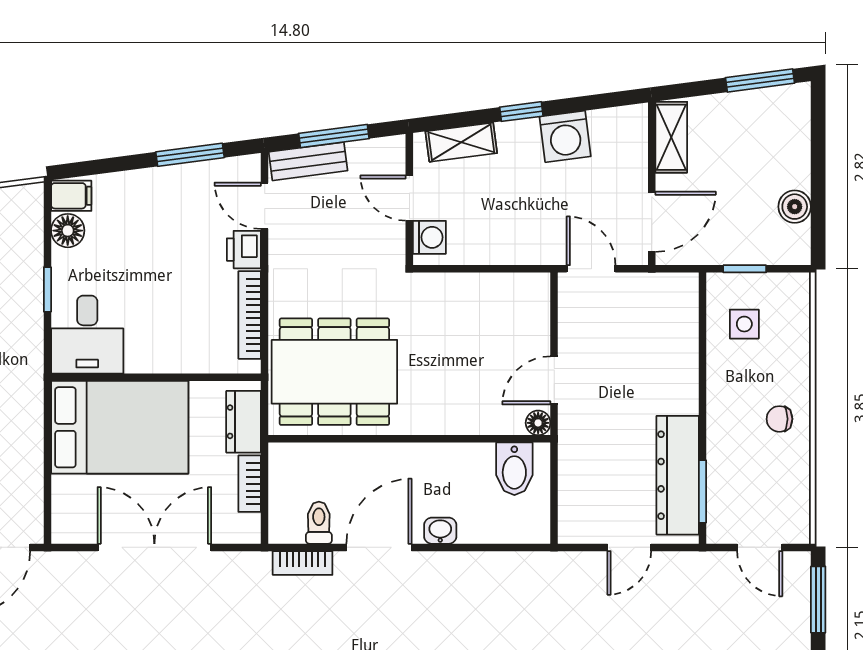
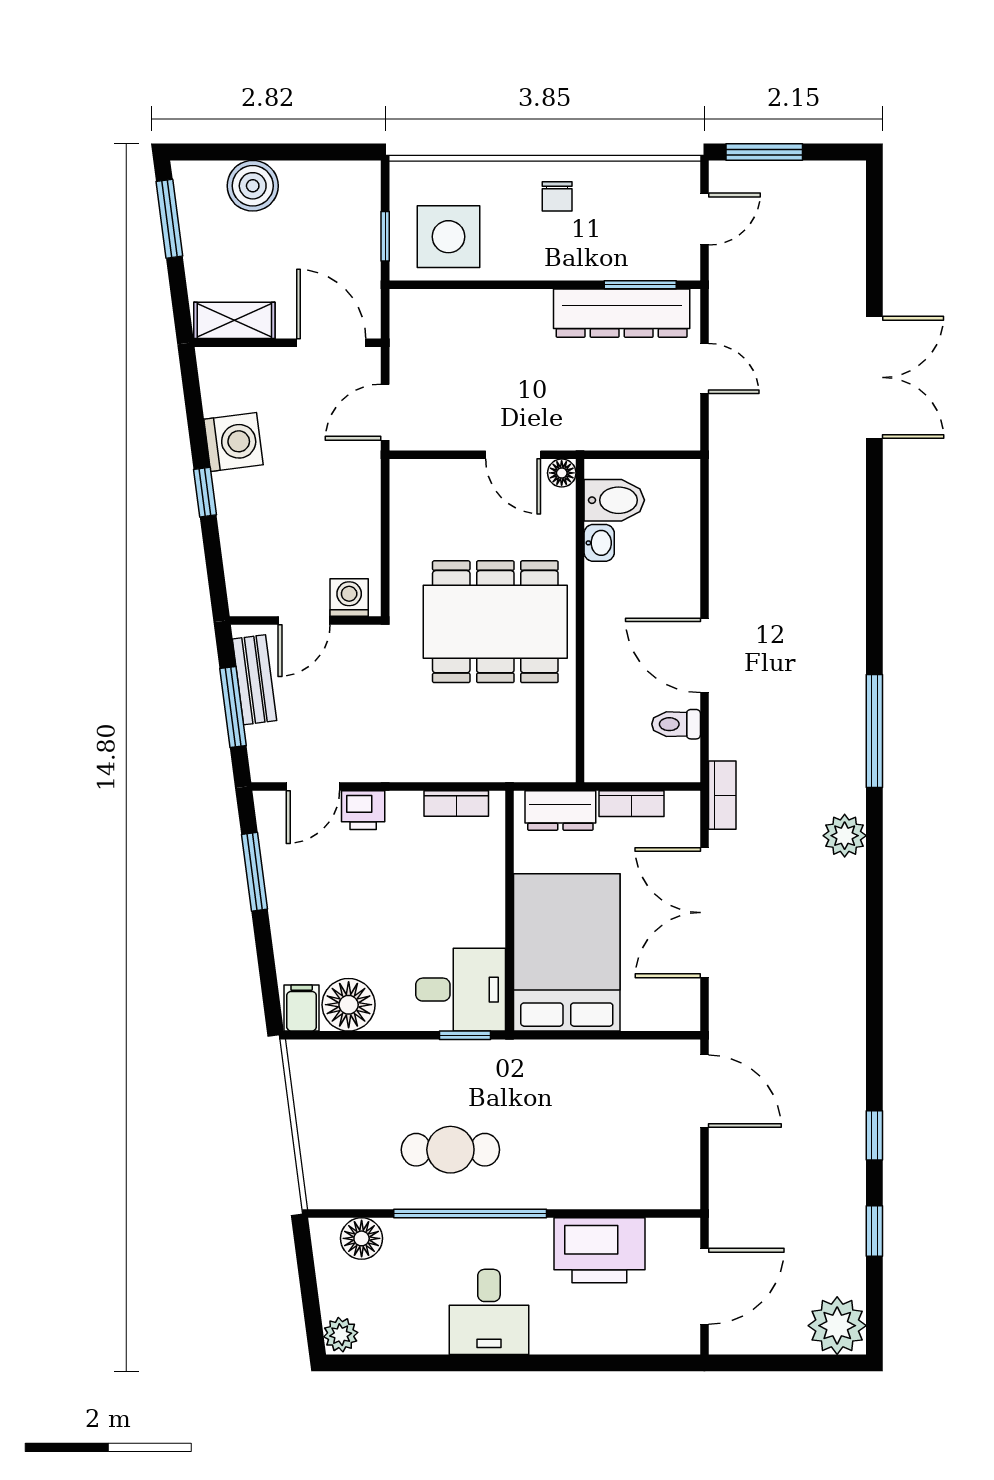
shelving: (461, 142) -> (240, 561), removed
bench: (308, 161) -> (255, 680), moved
boiler: (795, 207) -> (253, 186), moved, width x1.36, depth x1.36
floor lamp: (68, 231) -> (349, 1005), width x1.38, depth x1.38
window: (47, 289) -> (465, 1035), moved
bookcase: (250, 315) -> (456, 803), width x0.64
side table: (744, 324) -> (448, 237), width x1.87, depth x1.87
dining table: (334, 372) -> (495, 622), moved, turned 90
washbasin: (440, 531) -> (599, 543), moved, turned 180
bookcase: (303, 563) -> (722, 795), moved

